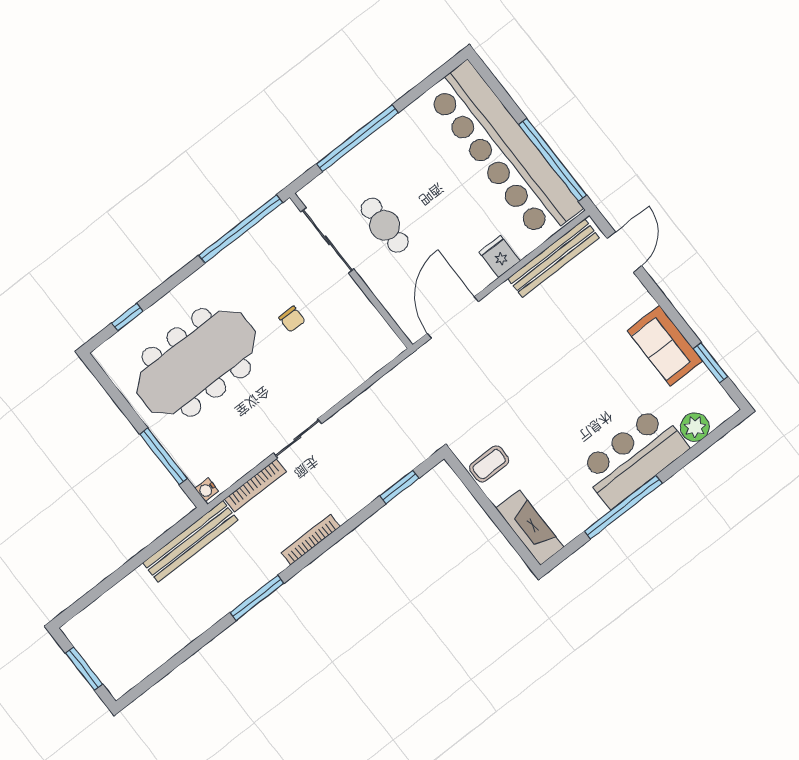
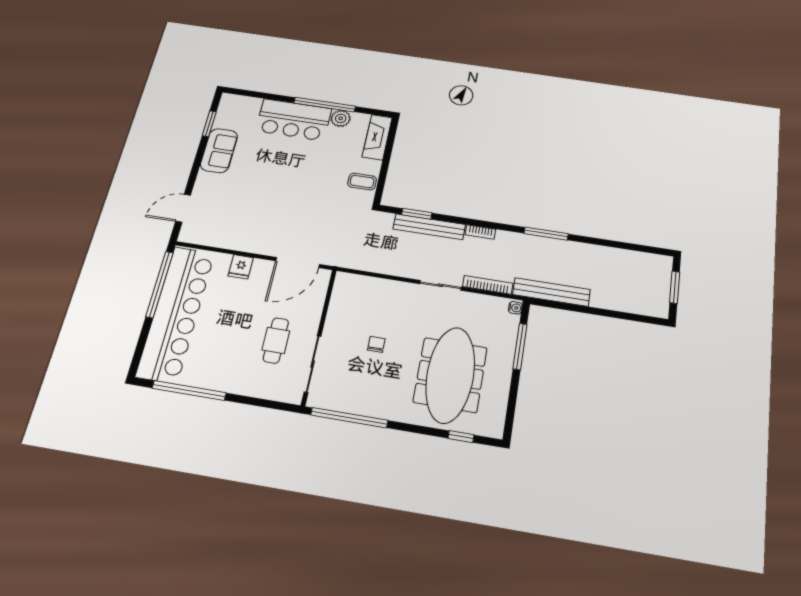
window: (357, 138) -> (189, 390), moved
bench: (553, 258) -> (429, 227), moved
meeting table: (196, 362) -> (450, 375), turned 90
plant: (695, 427) -> (341, 118), moved
bookcase: (311, 540) -> (480, 232), width x0.64

